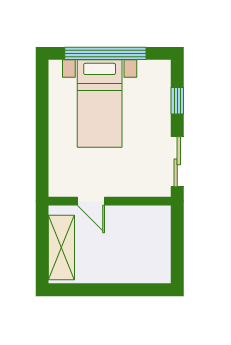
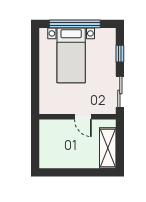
door: (91, 201) -> (83, 117), moved
shelving: (61, 247) -> (108, 148), moved

